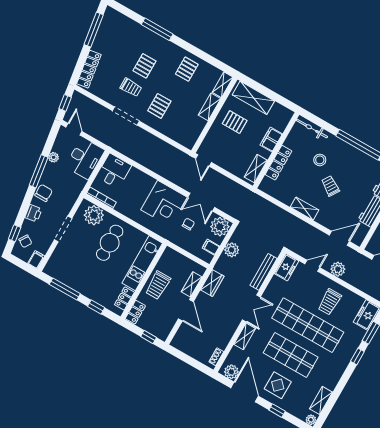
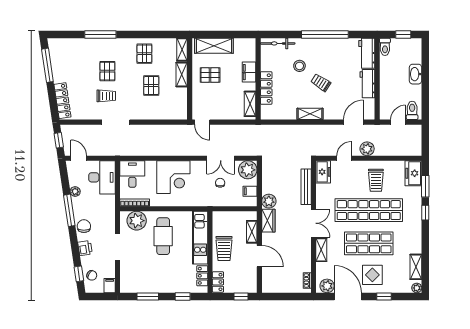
pallet: (159, 106) -> (151, 86), moved
corner desk: (164, 203) -> (173, 177), moved
plant: (232, 250) -> (269, 201), moved
window: (65, 289) -> (148, 296), width x0.69

